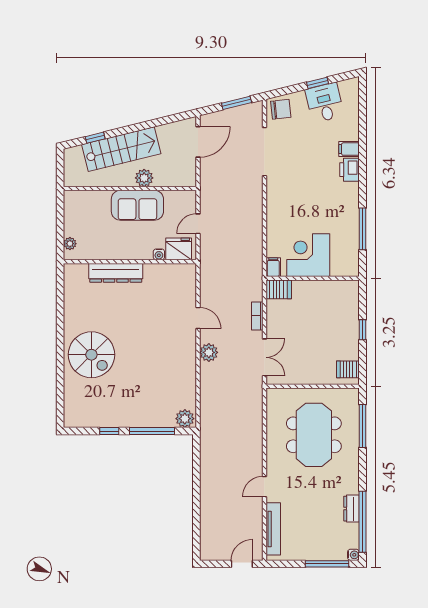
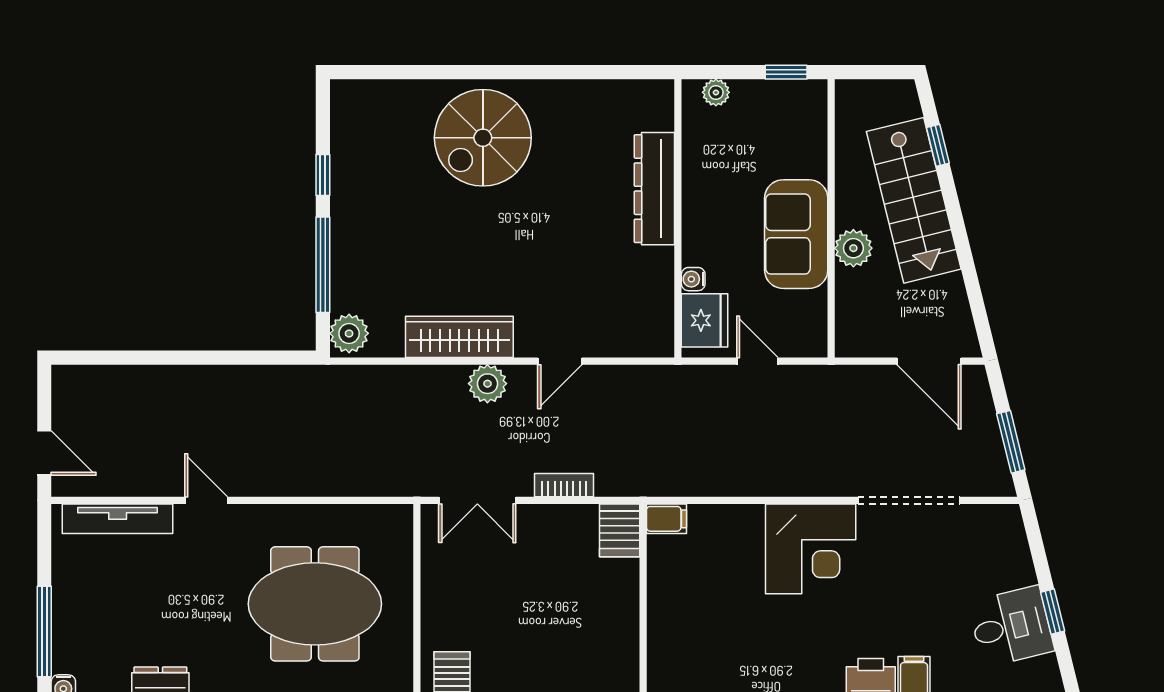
chair: (281, 109) -> (997, 535), removed
window: (60, 210) -> (786, 72), added
corner desk: (308, 255) -> (811, 549), moved, turned 90
wardrobe: (186, 366) -> (459, 337), added

